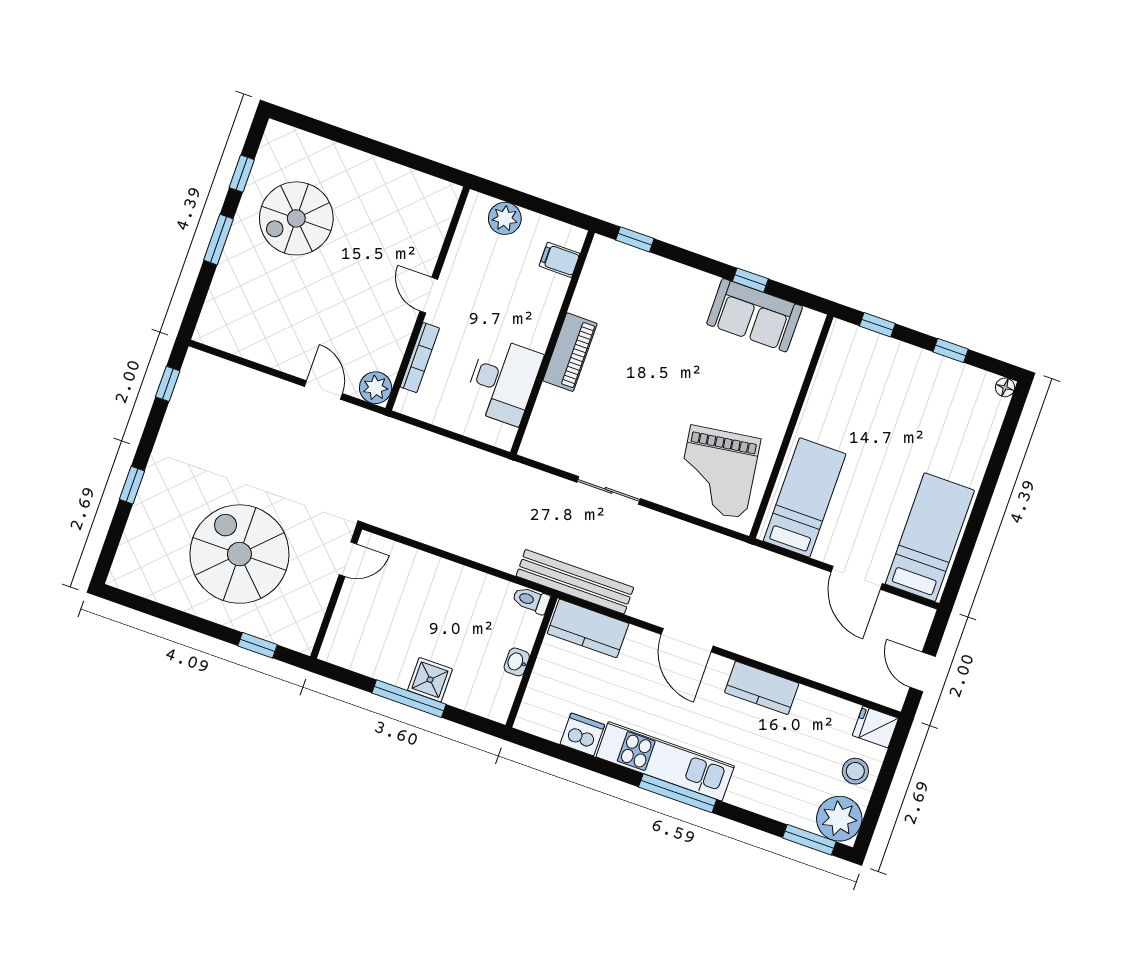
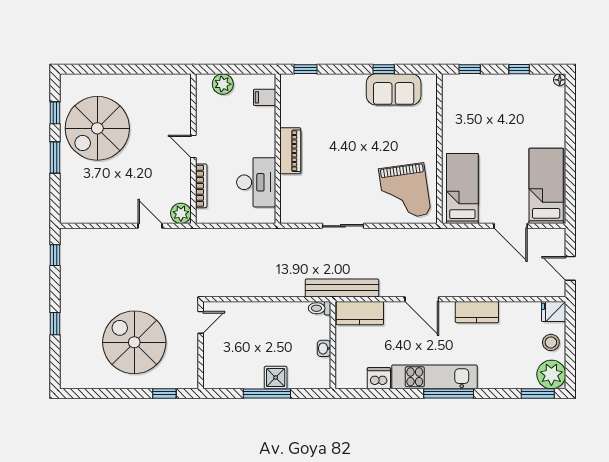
spiral stairs: (296, 218) -> (97, 128), width x1.37, depth x1.37

